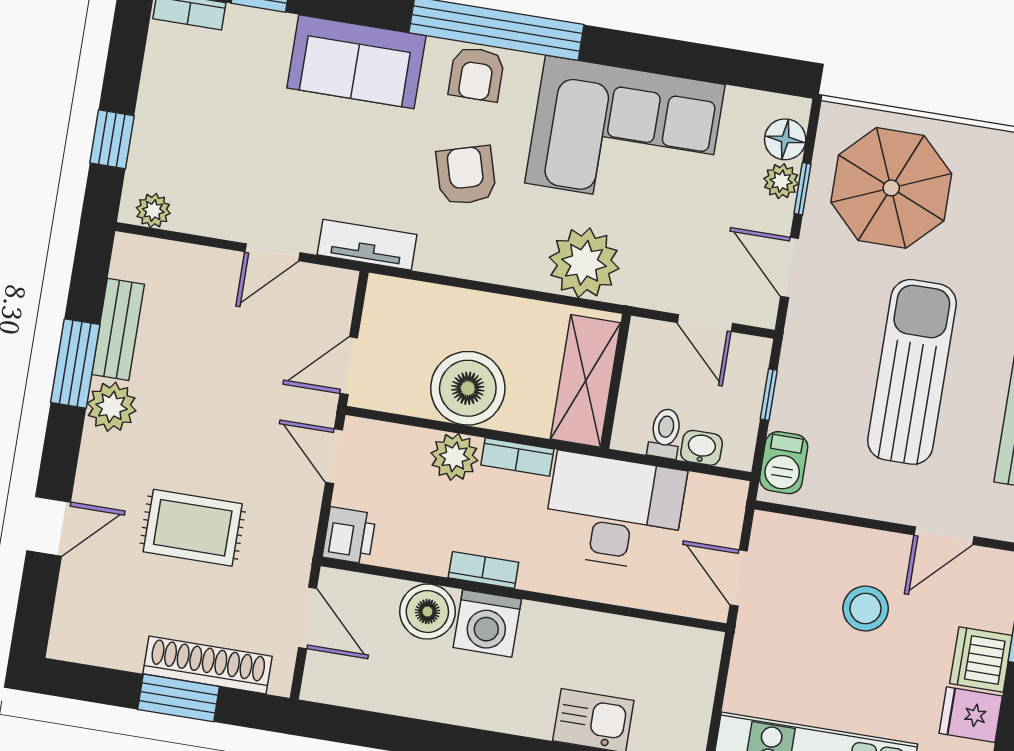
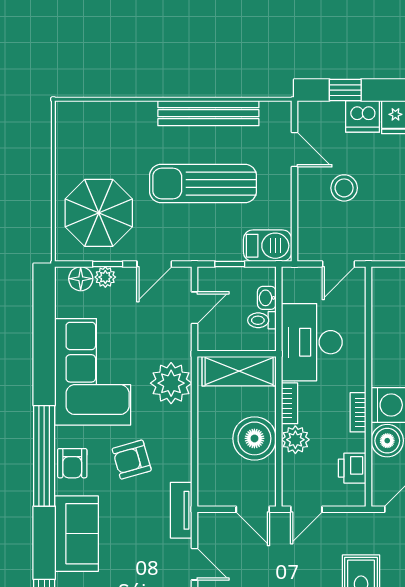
armchair: (476, 74) -> (72, 463), turned 90
barbecue: (784, 463) -> (268, 246), width x1.38, depth x1.27
printer: (349, 536) -> (352, 468), moved, turned -90

